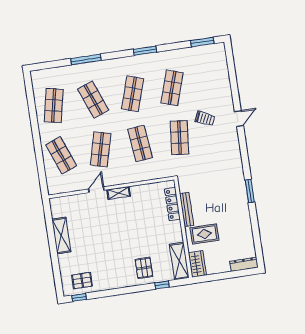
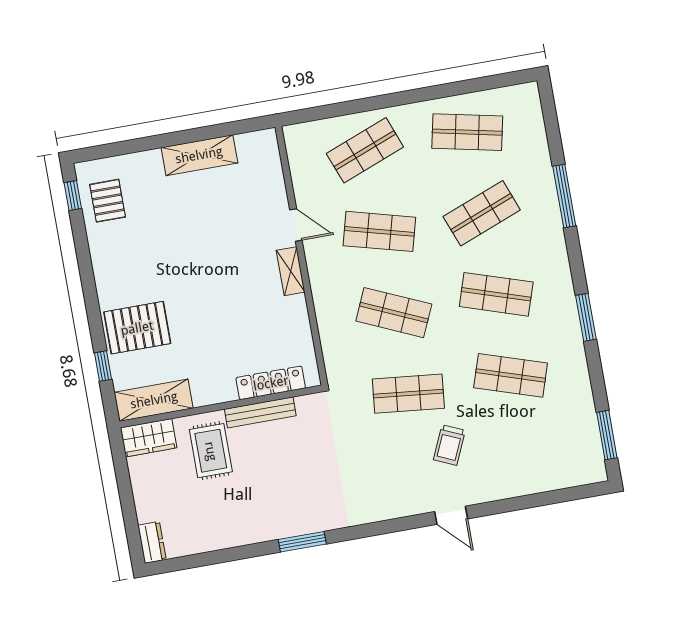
shop shelf: (140, 143) -> (394, 313), turned 30
dresser: (244, 264) -> (152, 542), width x0.70
pallet: (144, 268) -> (137, 328), width x1.50, depth x1.42

